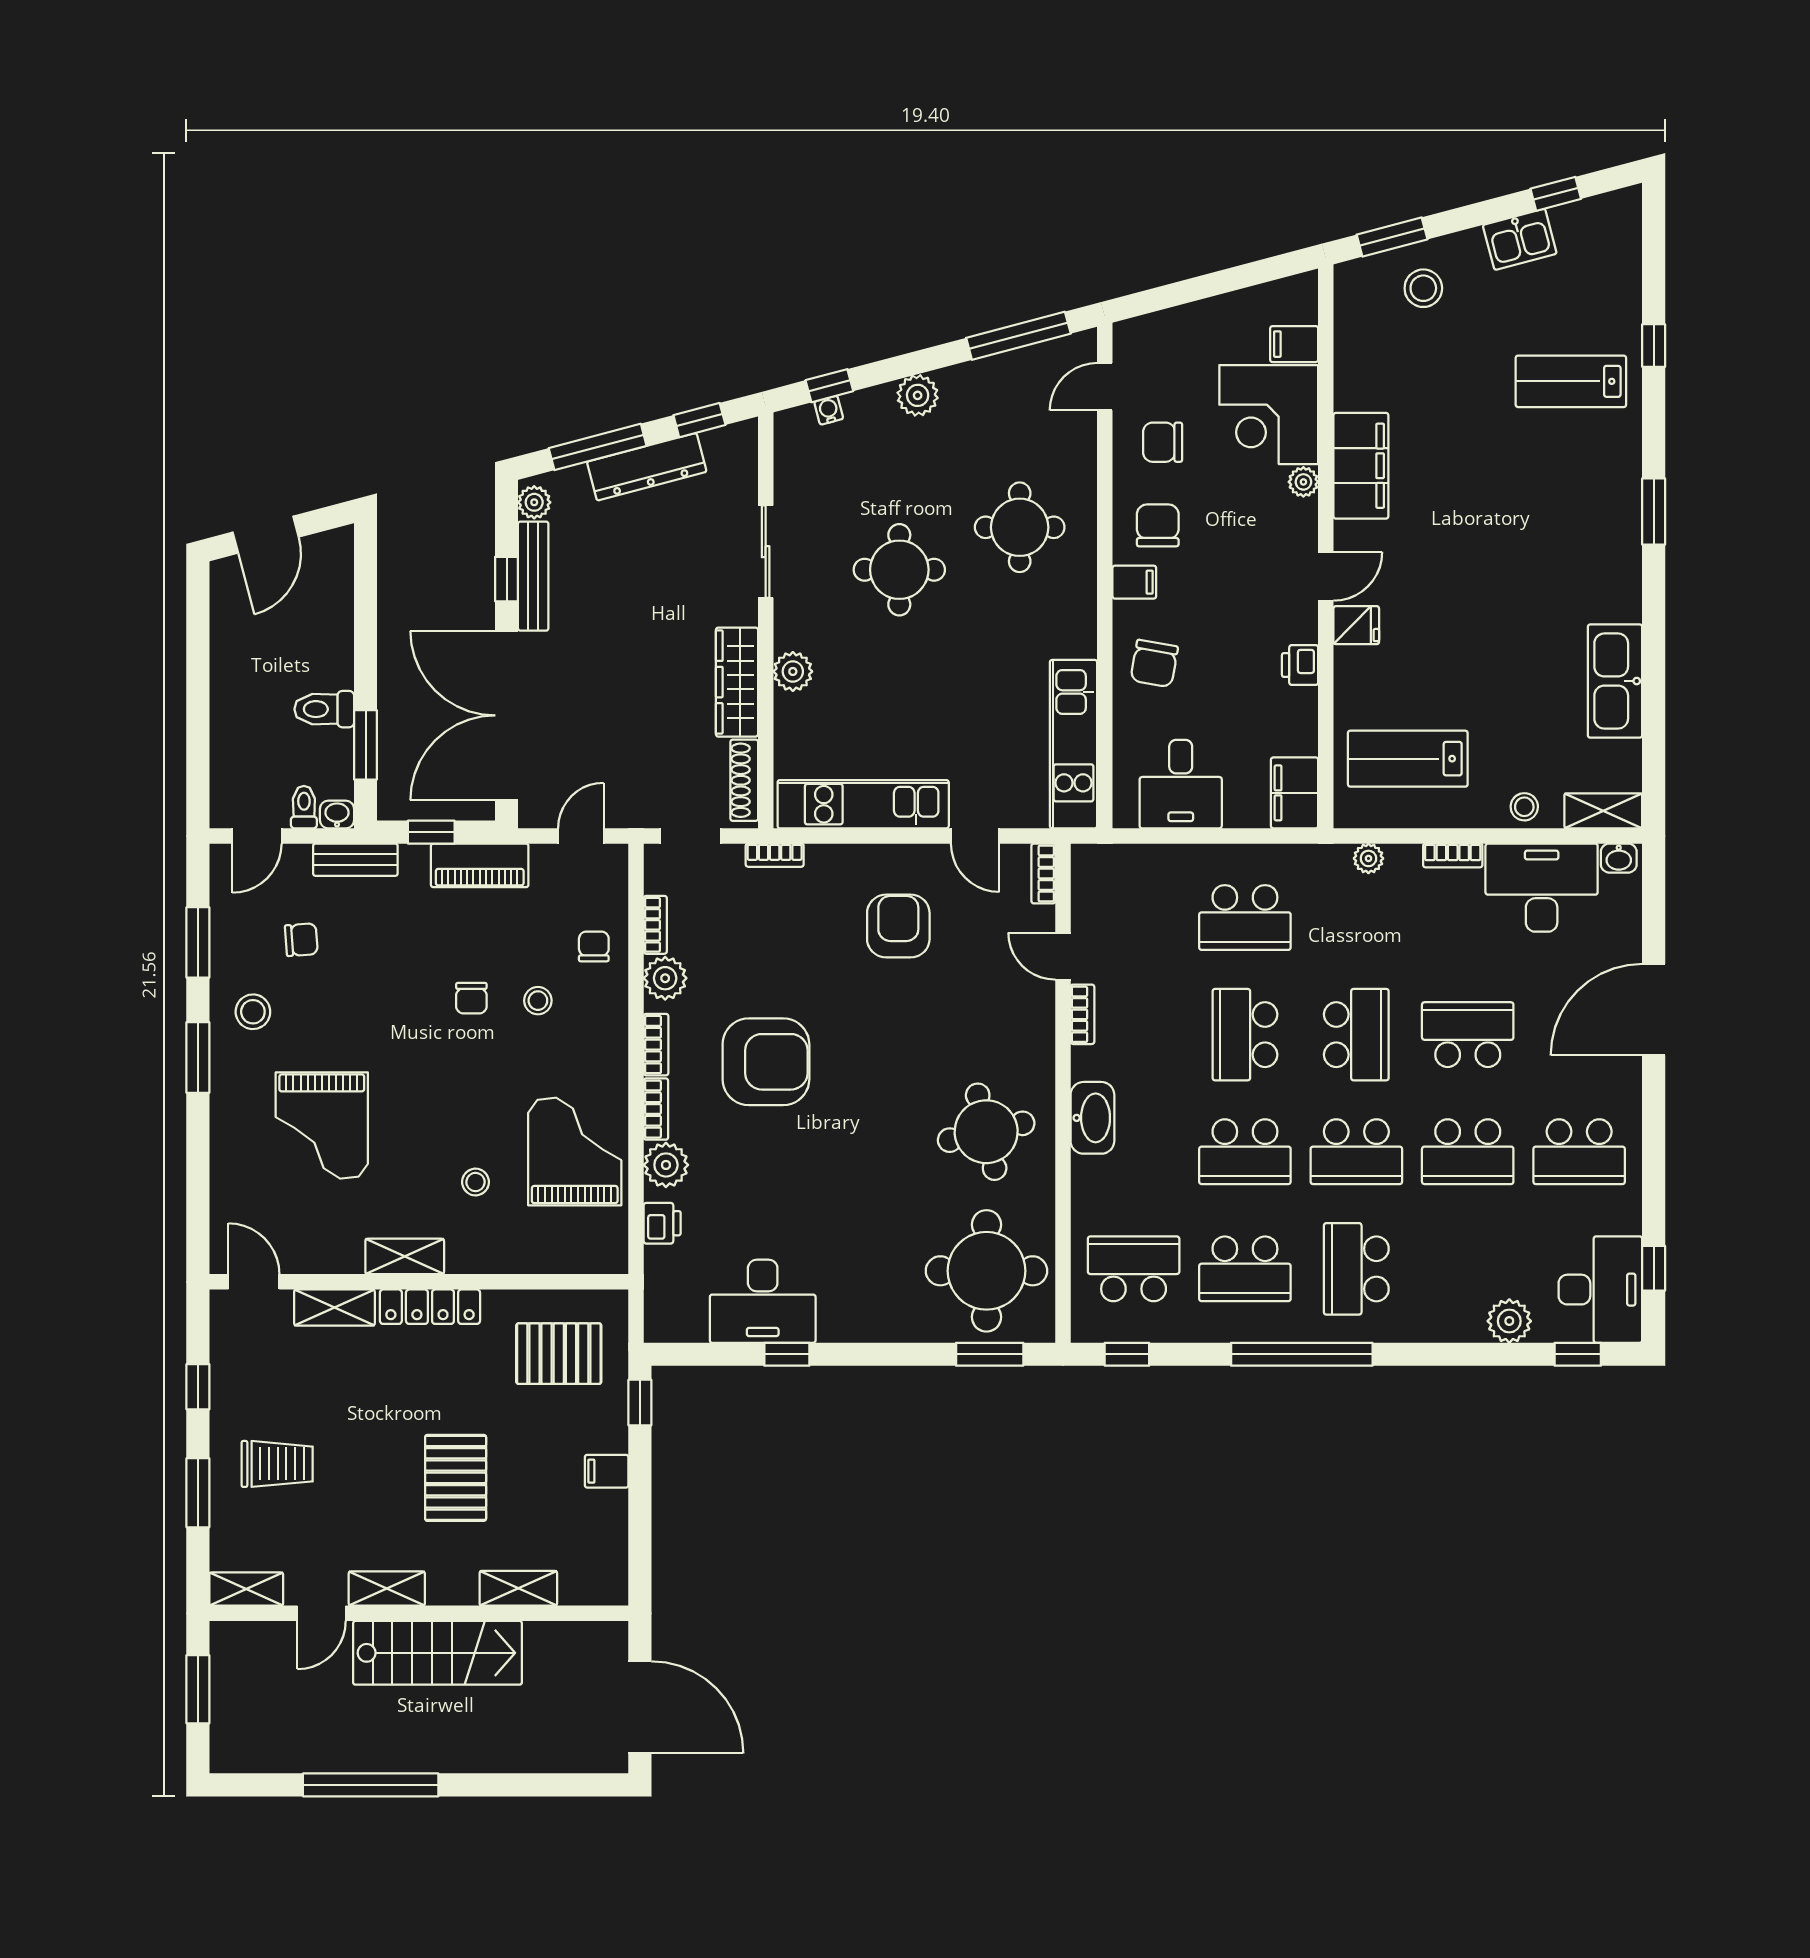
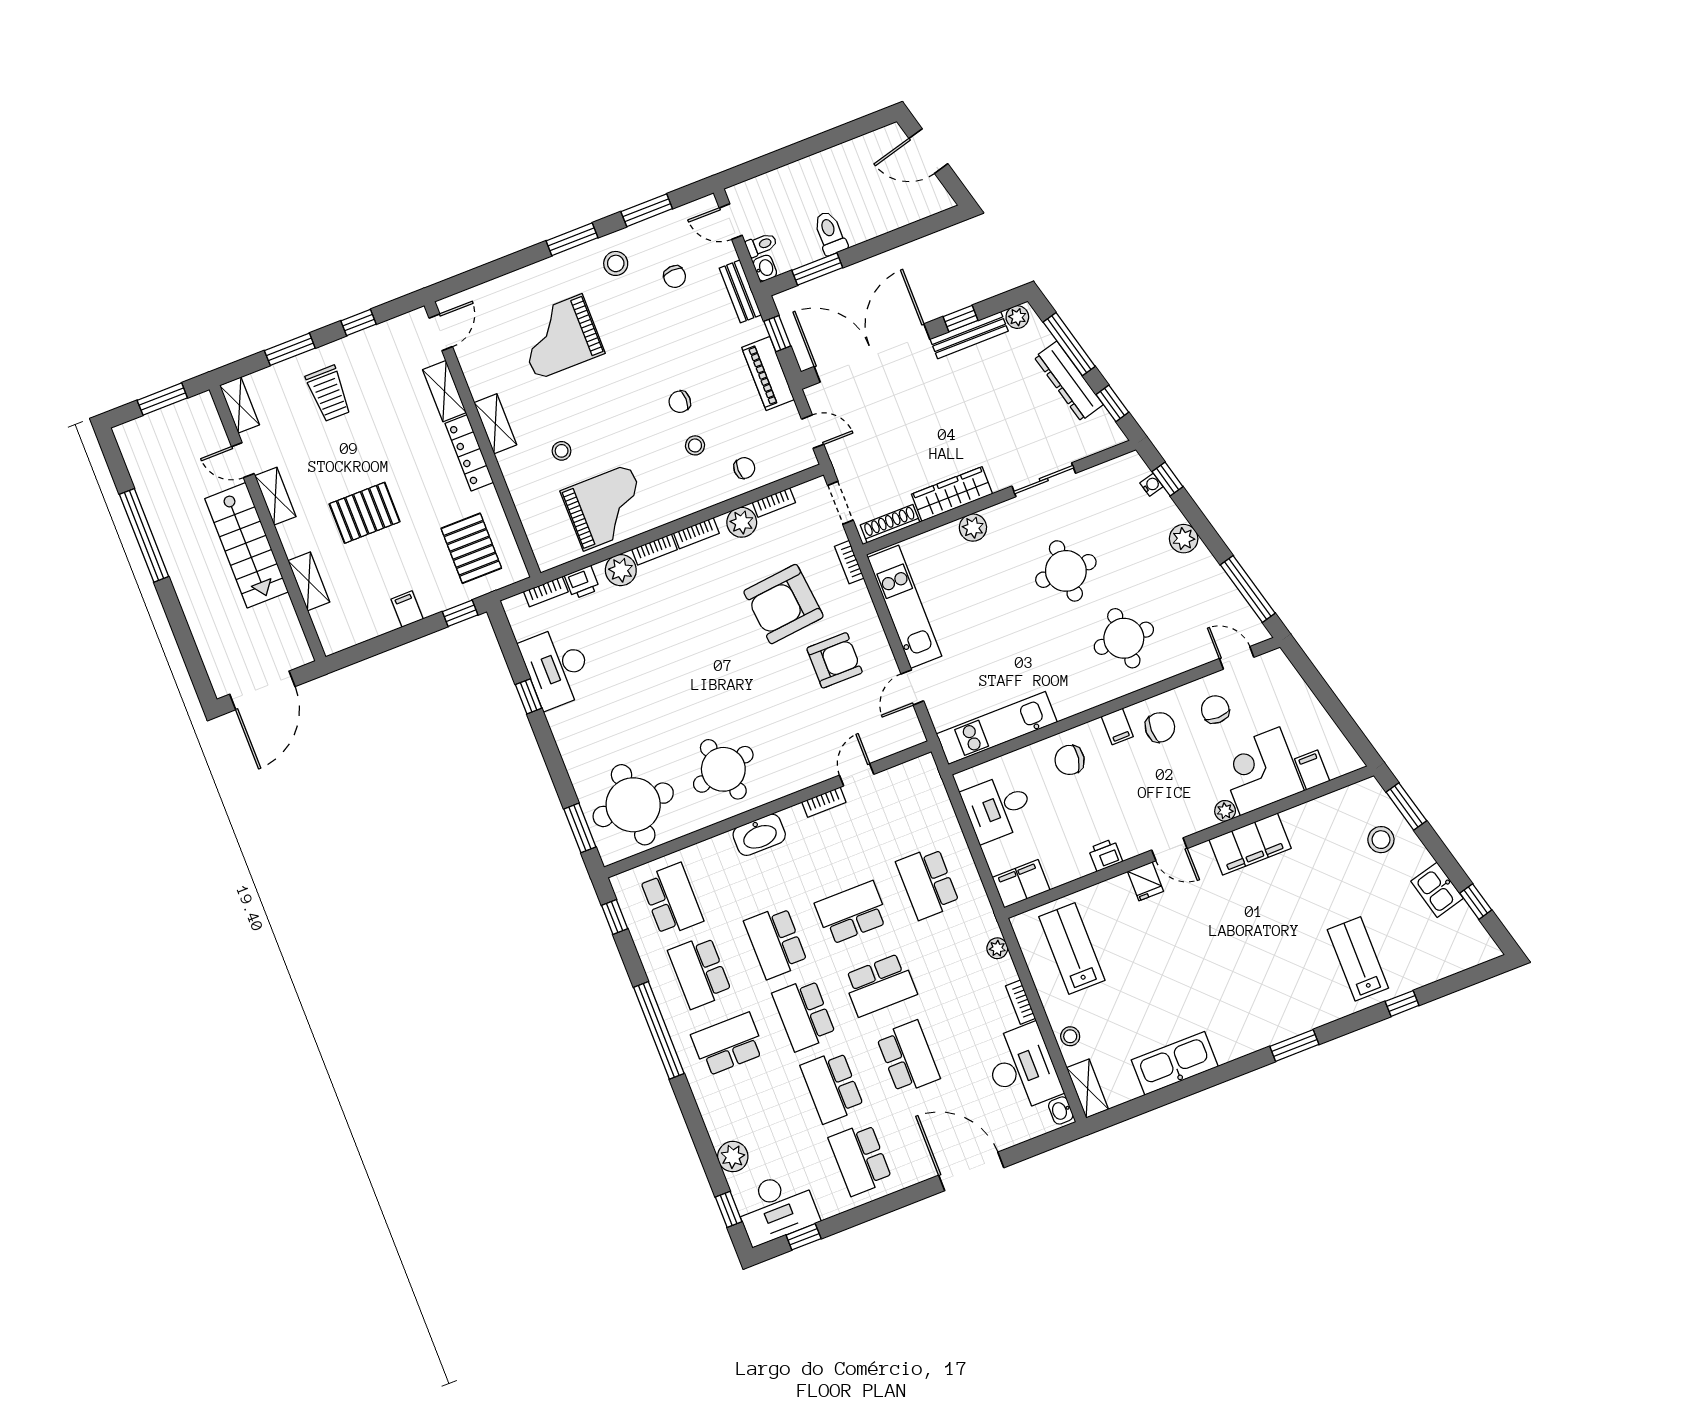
bookcase: (1043, 873) -> (546, 592), moved, turned 180
armchair: (766, 1062) -> (784, 604), moved, turned 84

